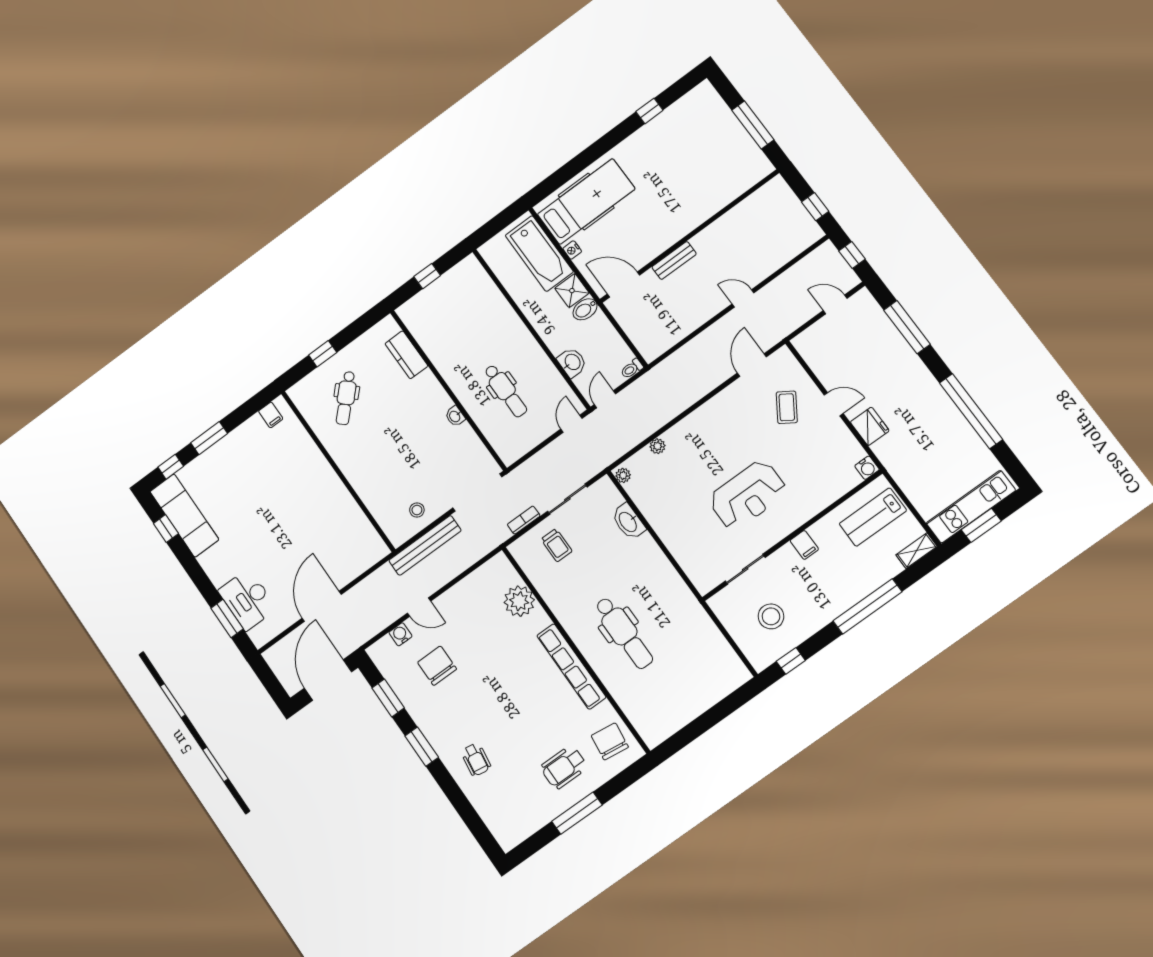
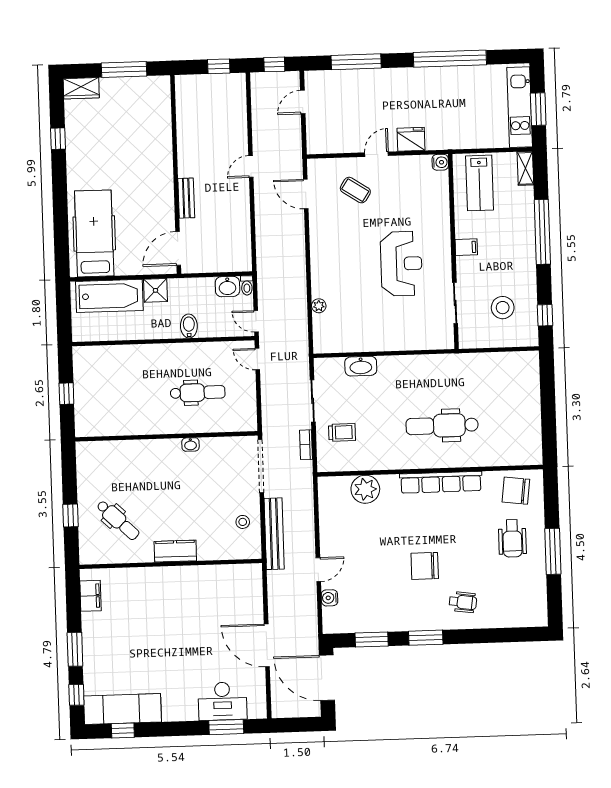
wardrobe: (709, 99) -> (81, 88), added
nightstand: (572, 250) -> (124, 269), removed
bidet: (585, 309) -> (189, 326), moved, turned 180
kitchen counter: (406, 355) -> (175, 551), moved, turned 180
washbasin: (572, 362) -> (227, 287), moved, turned 180
filing cabinet: (271, 415) -> (91, 596), width x2.00
plant: (623, 475) -> (323, 347), removed
dental chair: (624, 633) -> (442, 426), turned 180
chair: (437, 666) -> (425, 566), moved

